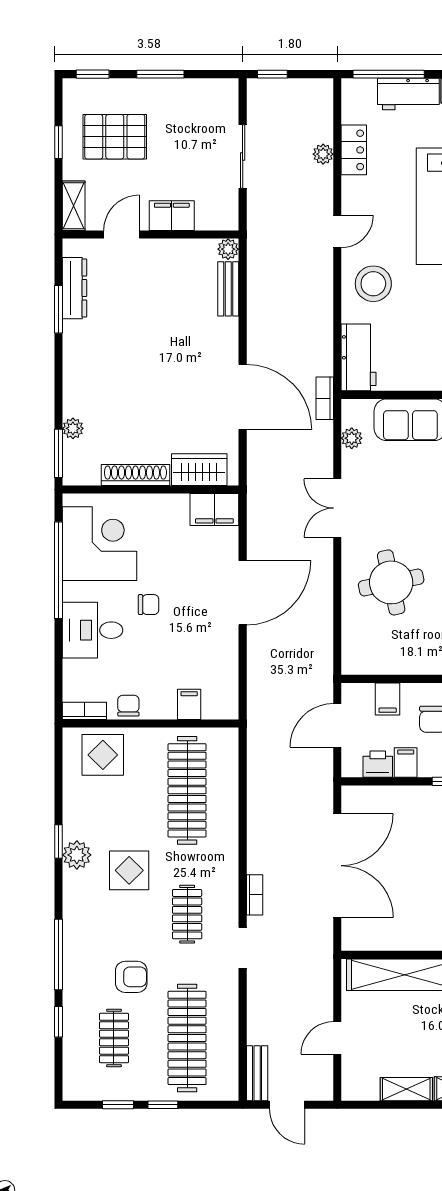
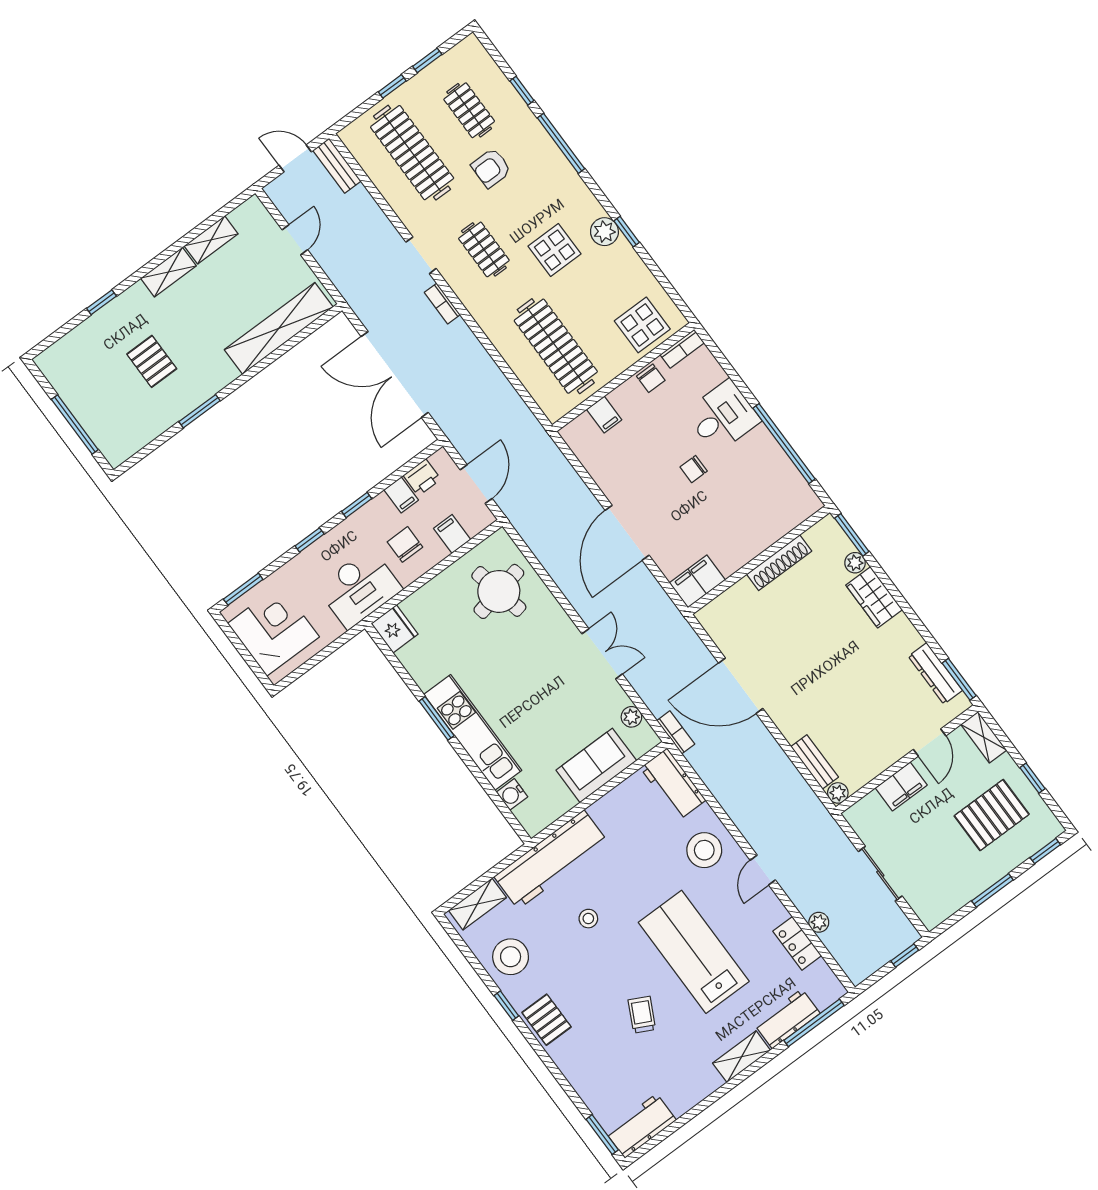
window: (59, 309) -> (959, 679), moved
wardrobe: (199, 470) -> (874, 597), moved, turned 90
corner desk: (100, 544) -> (767, 488), removed
round table: (391, 582) -> (499, 591), moved

